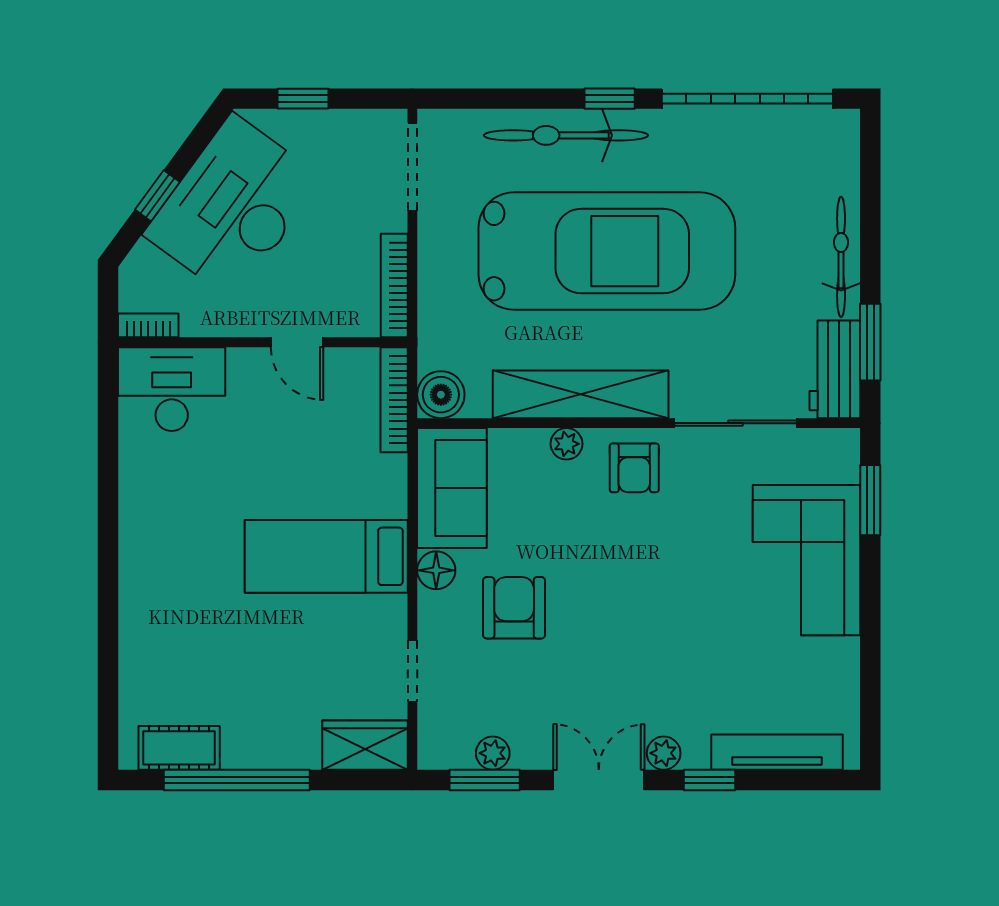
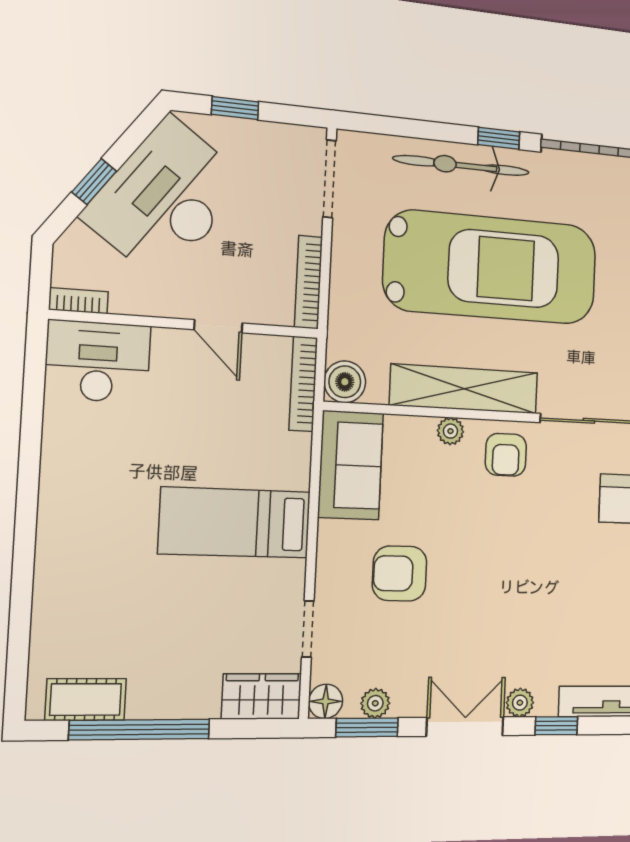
floor lamp: (436, 570) -> (326, 701), moved
armchair: (514, 608) -> (400, 573), turned -90

